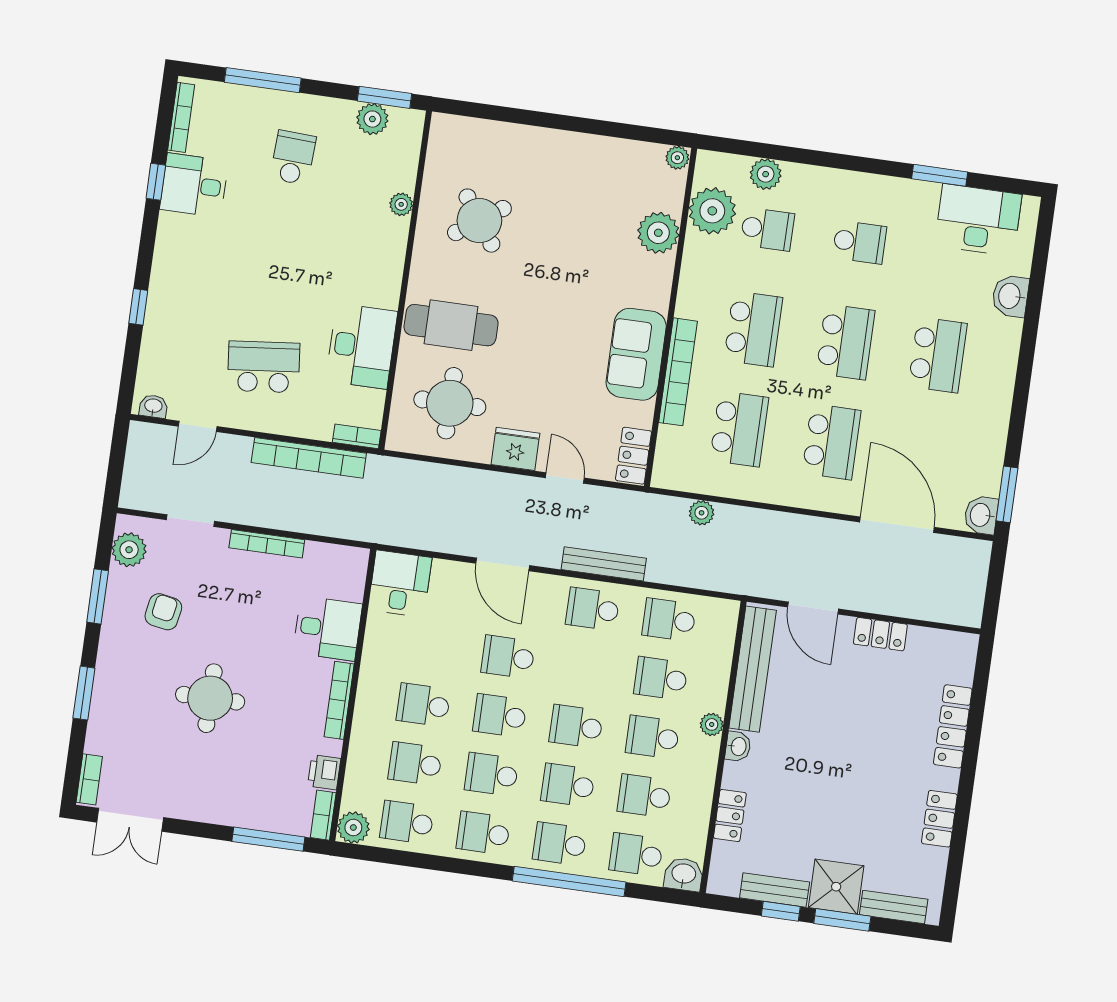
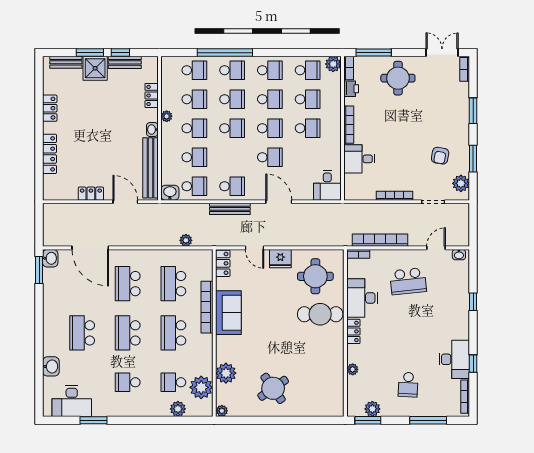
desk: (194, 185) -> (454, 359), width x1.37
round table: (479, 221) -> (273, 388), moved
locker: (389, 281) -> (353, 331), added
round table: (210, 698) -> (398, 78), moved
plant: (712, 724) -> (167, 116), moved
washbasin: (684, 874) -> (170, 193), moved, turned 180

